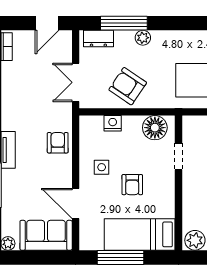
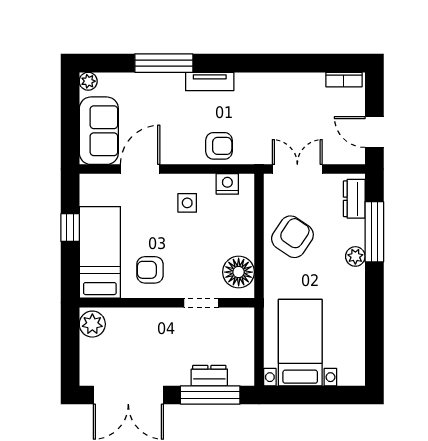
nightstand: (113, 123) -> (227, 184), moved, turned -90
armchair: (132, 185) -> (150, 270), moved
window: (121, 257) -> (70, 228), width x0.46

